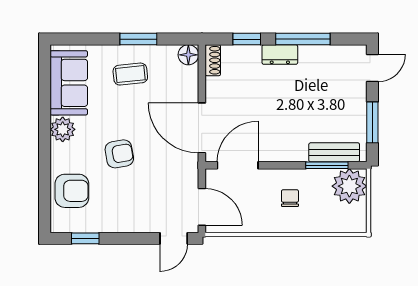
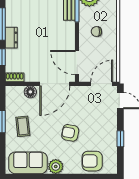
floor lamp: (188, 55) -> (30, 92), moved
armchair: (119, 154) -> (70, 133), turned -69
armchair: (72, 191) -> (92, 161), turned -90
window: (85, 238) -> (120, 139), moved

